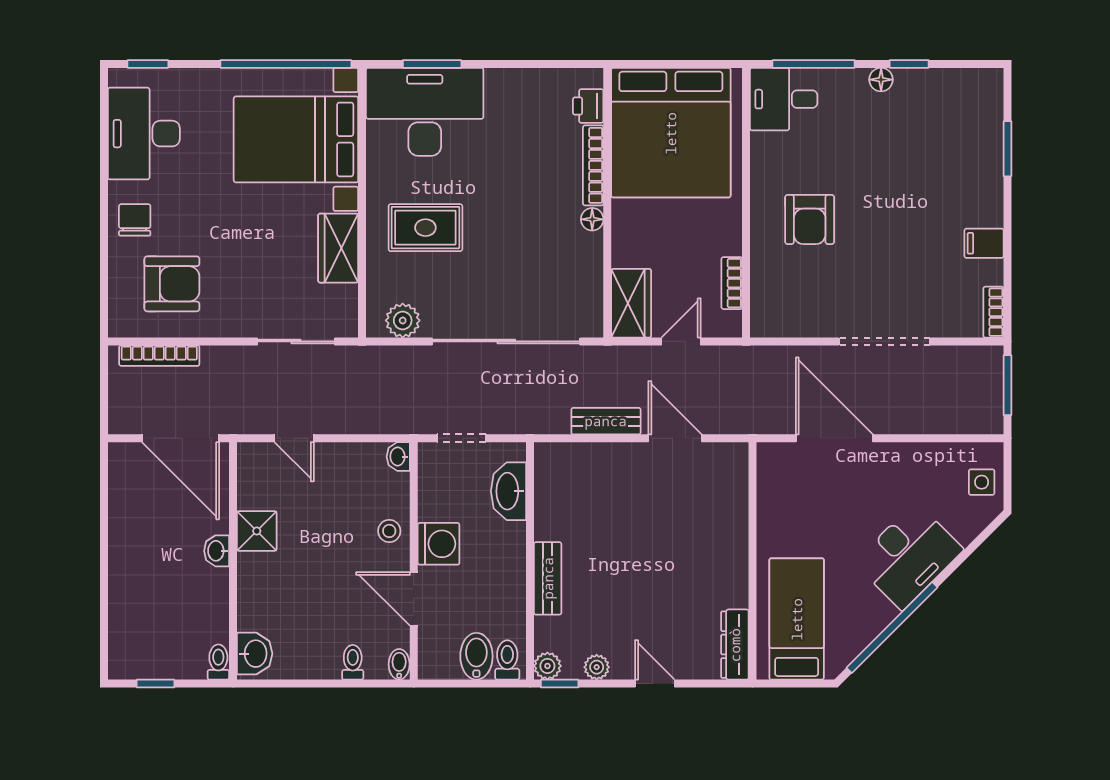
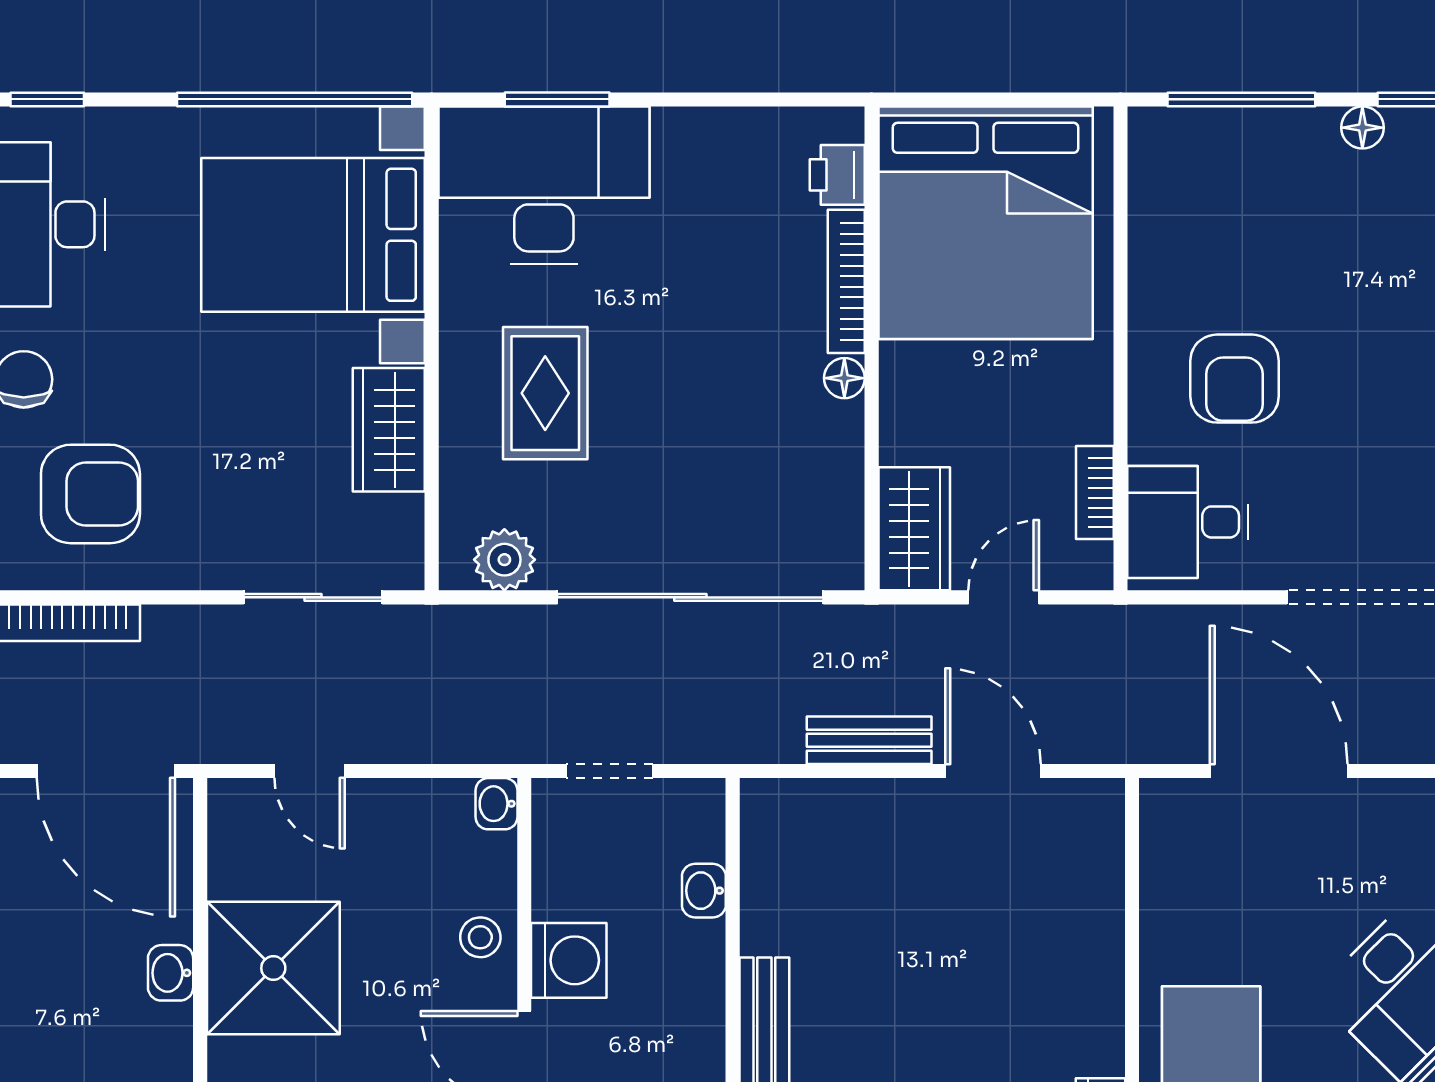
desk: (784, 99) -> (1188, 522), moved
rug: (425, 228) -> (545, 393), turned 90
washbasin: (508, 491) -> (704, 891), width x0.52, depth x0.69
shower: (257, 531) -> (273, 968), width x1.86, depth x1.86

